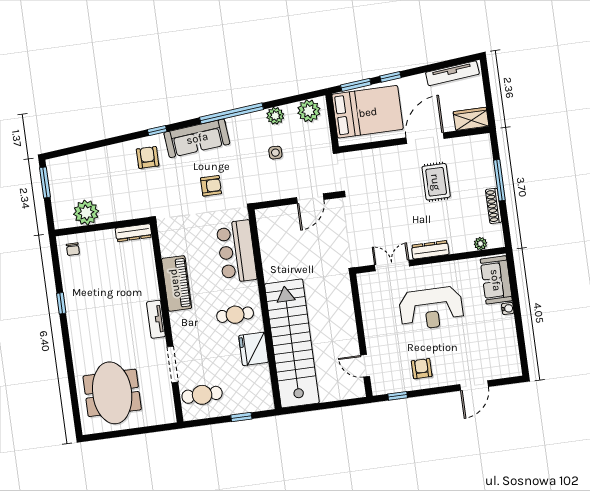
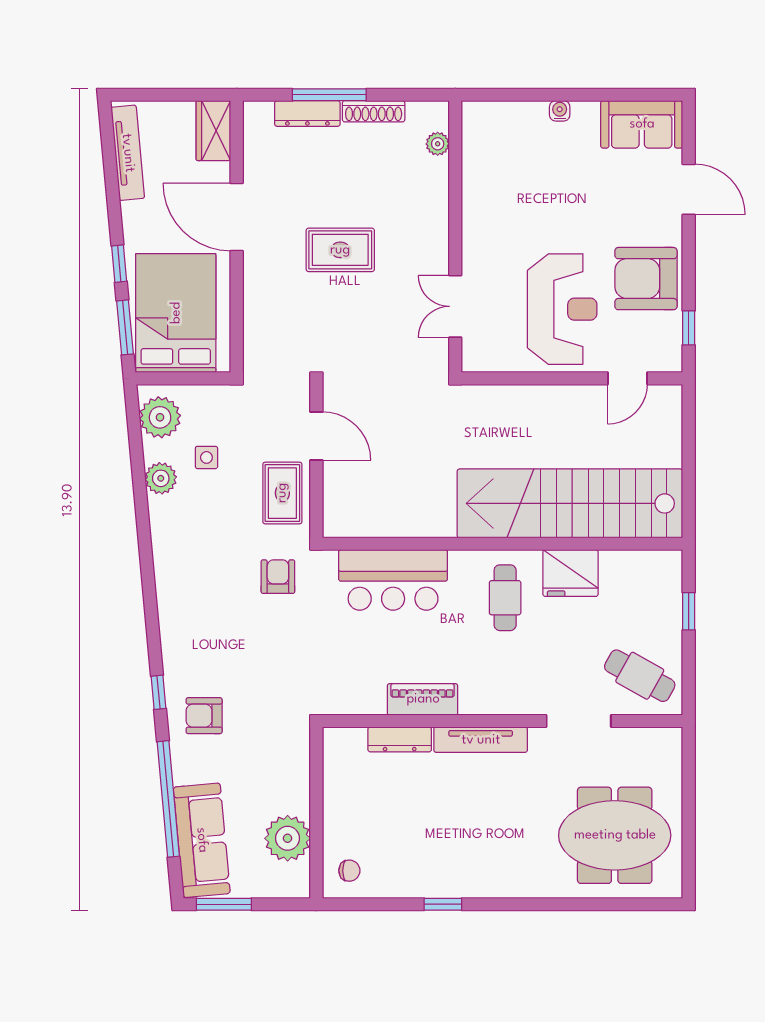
window: (231, 113) -> (168, 799), moved
sofa: (197, 138) -> (202, 840), moved
side table: (275, 153) -> (206, 457), moved
rug: (436, 182) -> (340, 250), moved
rug: (276, 184) -> (282, 493), added
armchair: (211, 186) -> (278, 577), moved
dresser: (134, 233) -> (400, 739), moved, turned 90
dresser: (430, 250) -> (307, 113), moved, turned -90
sofa: (496, 280) -> (642, 124), moved
piano: (177, 283) -> (423, 699), width x0.73, depth x0.75
reception desk: (431, 308) -> (562, 309), moved
tv unit: (156, 319) -> (481, 740), width x1.41
armchair: (422, 369) -> (646, 279), width x1.88, depth x1.88
cafe table: (202, 395) -> (640, 676), turned -61

